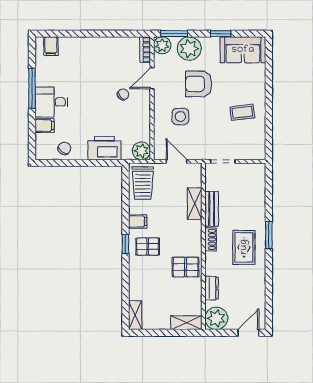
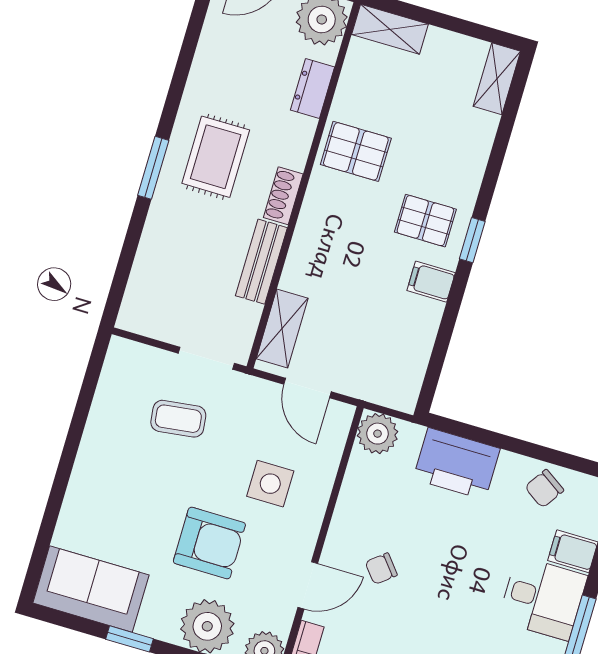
coffee table: (242, 112) -> (178, 419), moved
trolley: (143, 183) -> (395, 363), removed
shelving: (195, 204) -> (282, 329), moved

